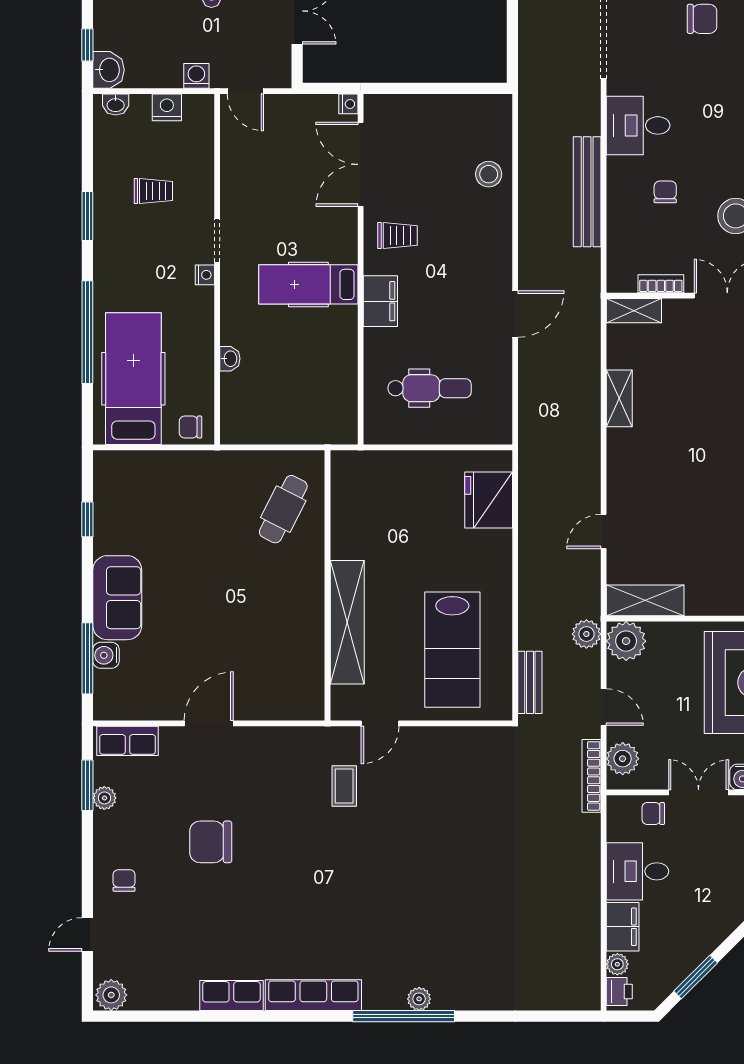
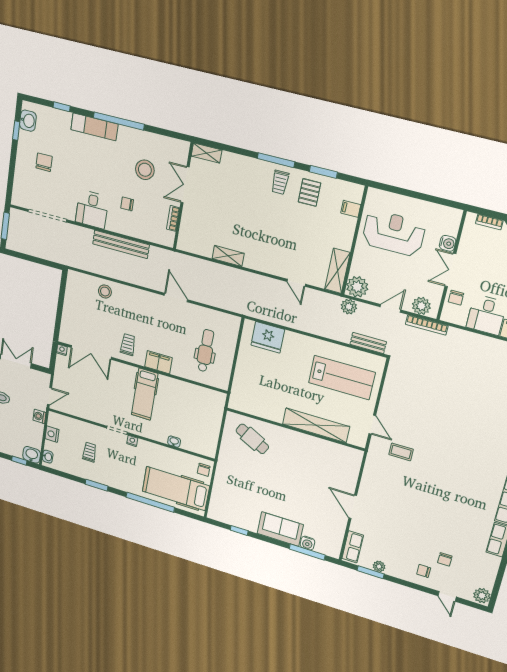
shelving: (634, 311) -> (184, 236), removed
chair: (211, 842) -> (445, 559), moved, width x0.54, depth x0.54

